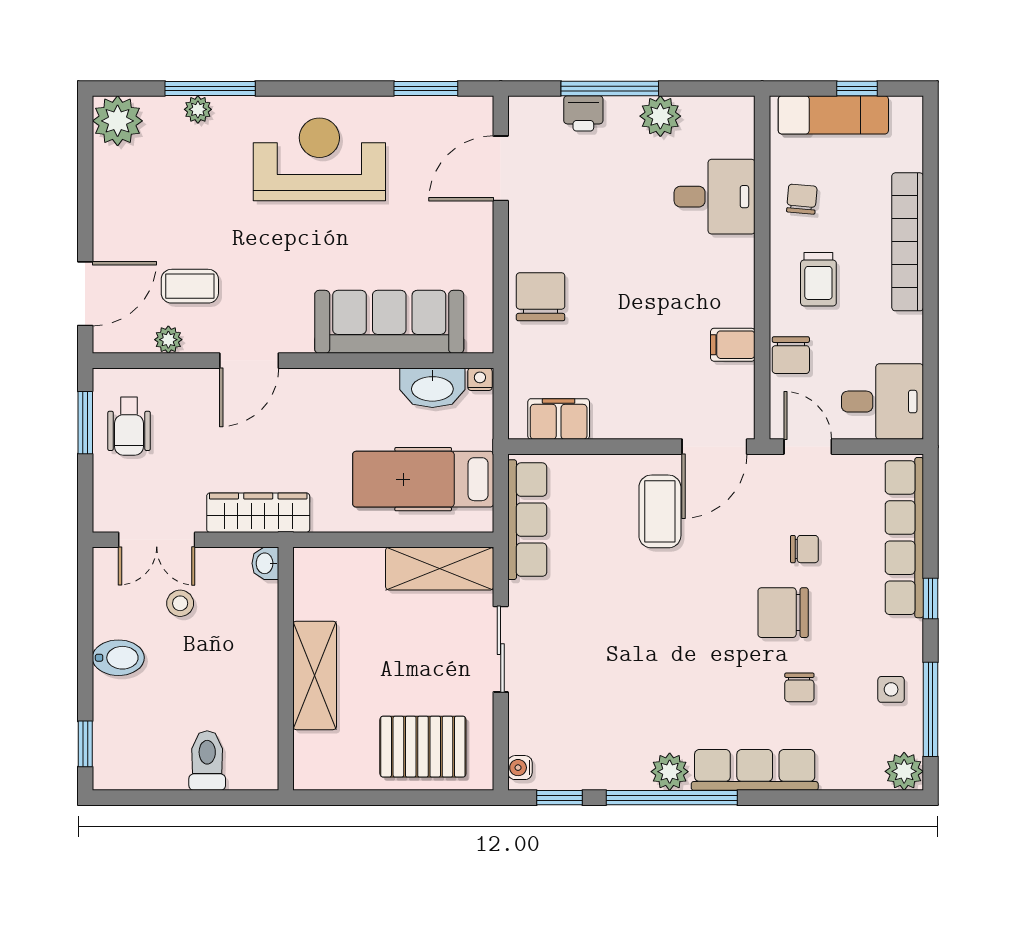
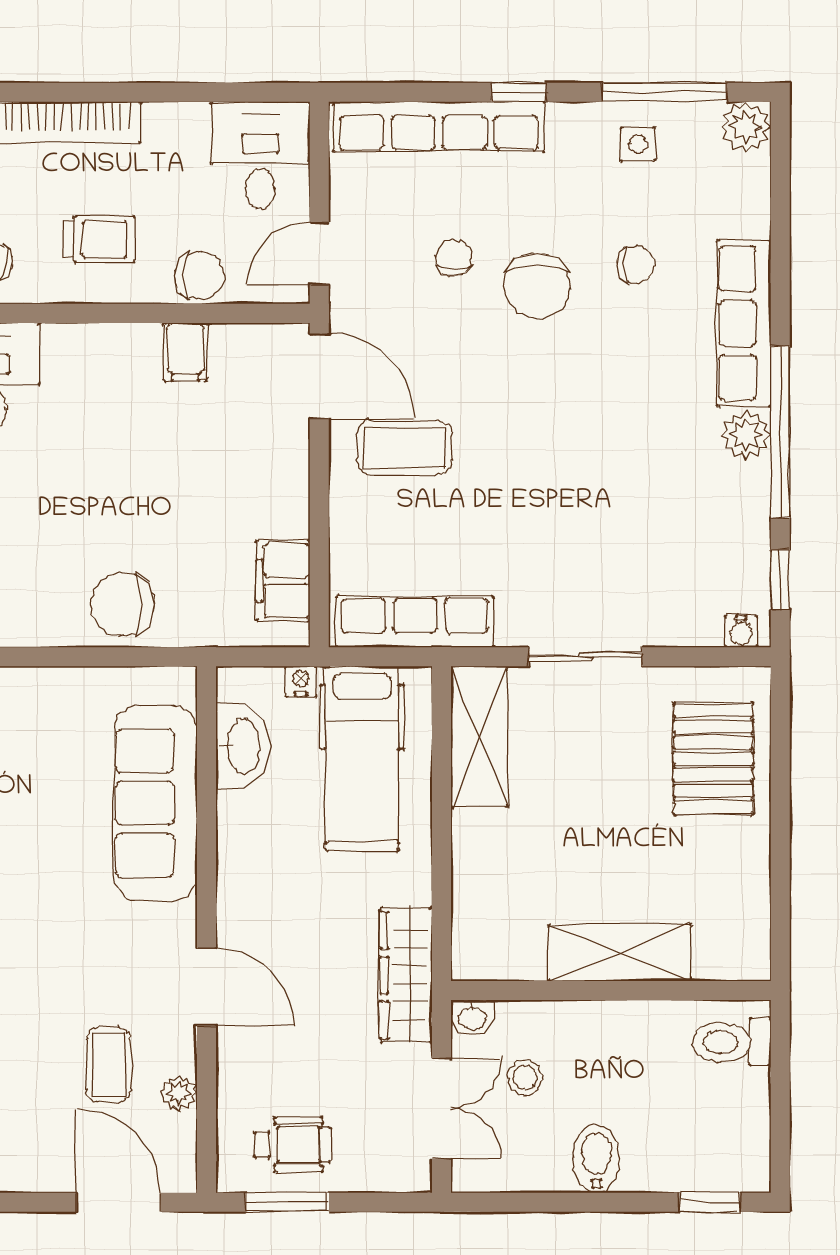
nightstand: (480, 379) -> (301, 681), moved, turned 90
washbasin: (265, 563) -> (472, 1017), moved
wall: (286, 669) -> (611, 991), moved
shelving: (315, 675) -> (620, 953), moved

